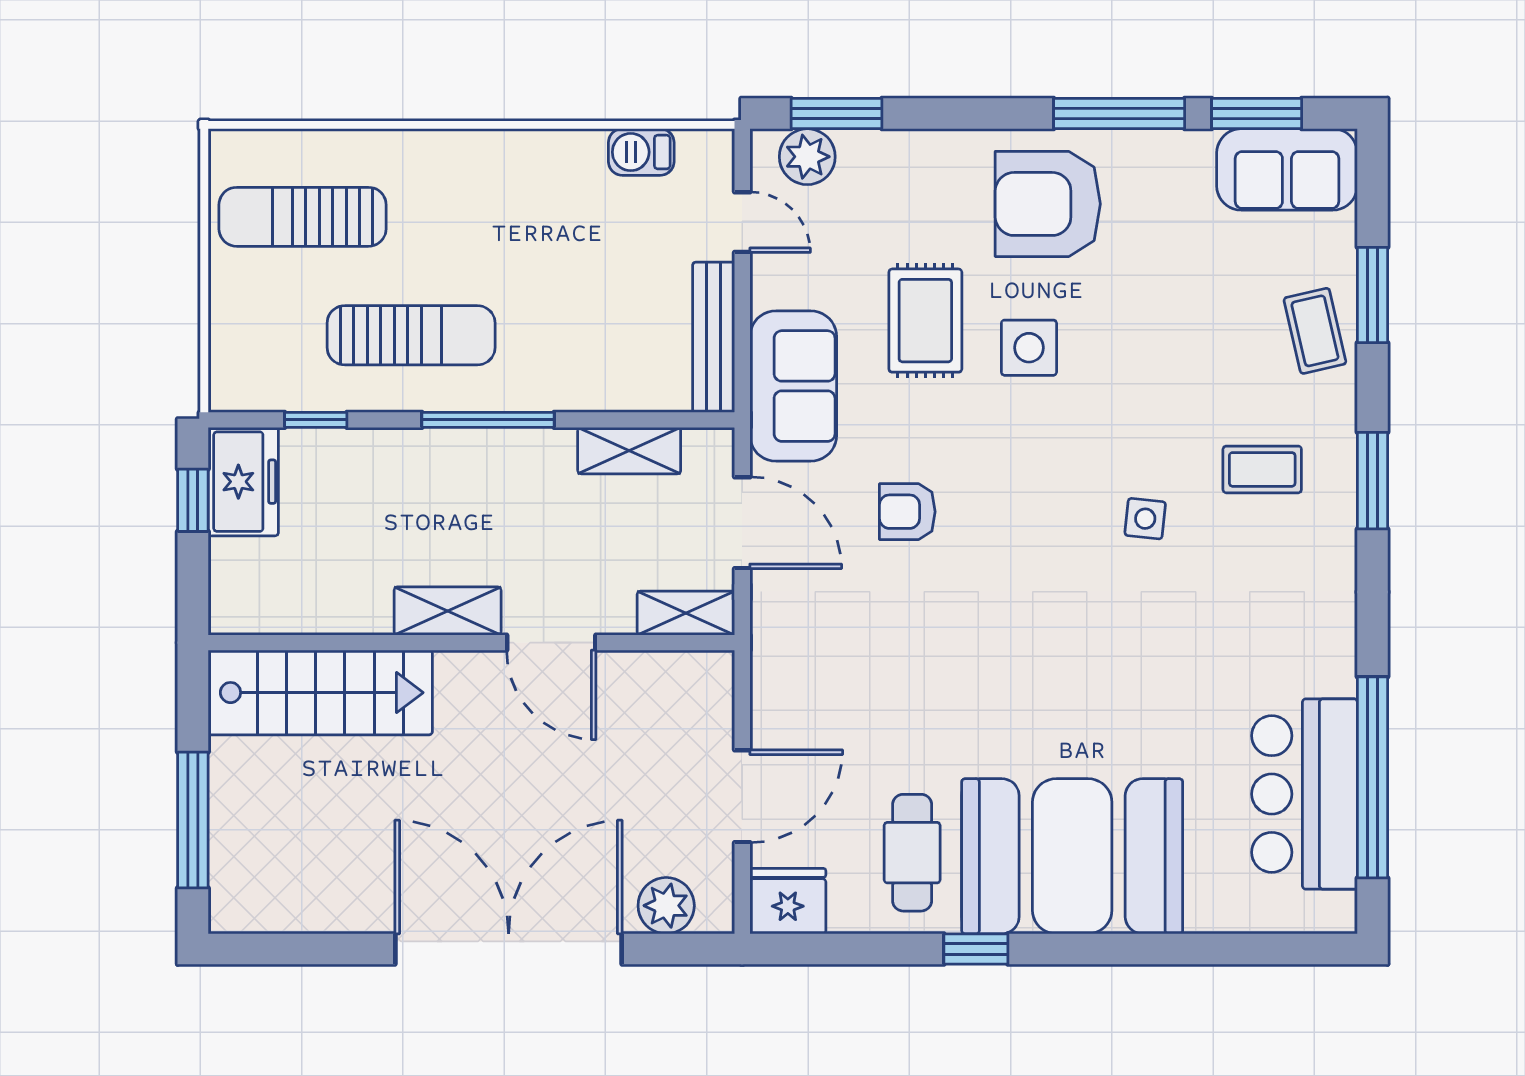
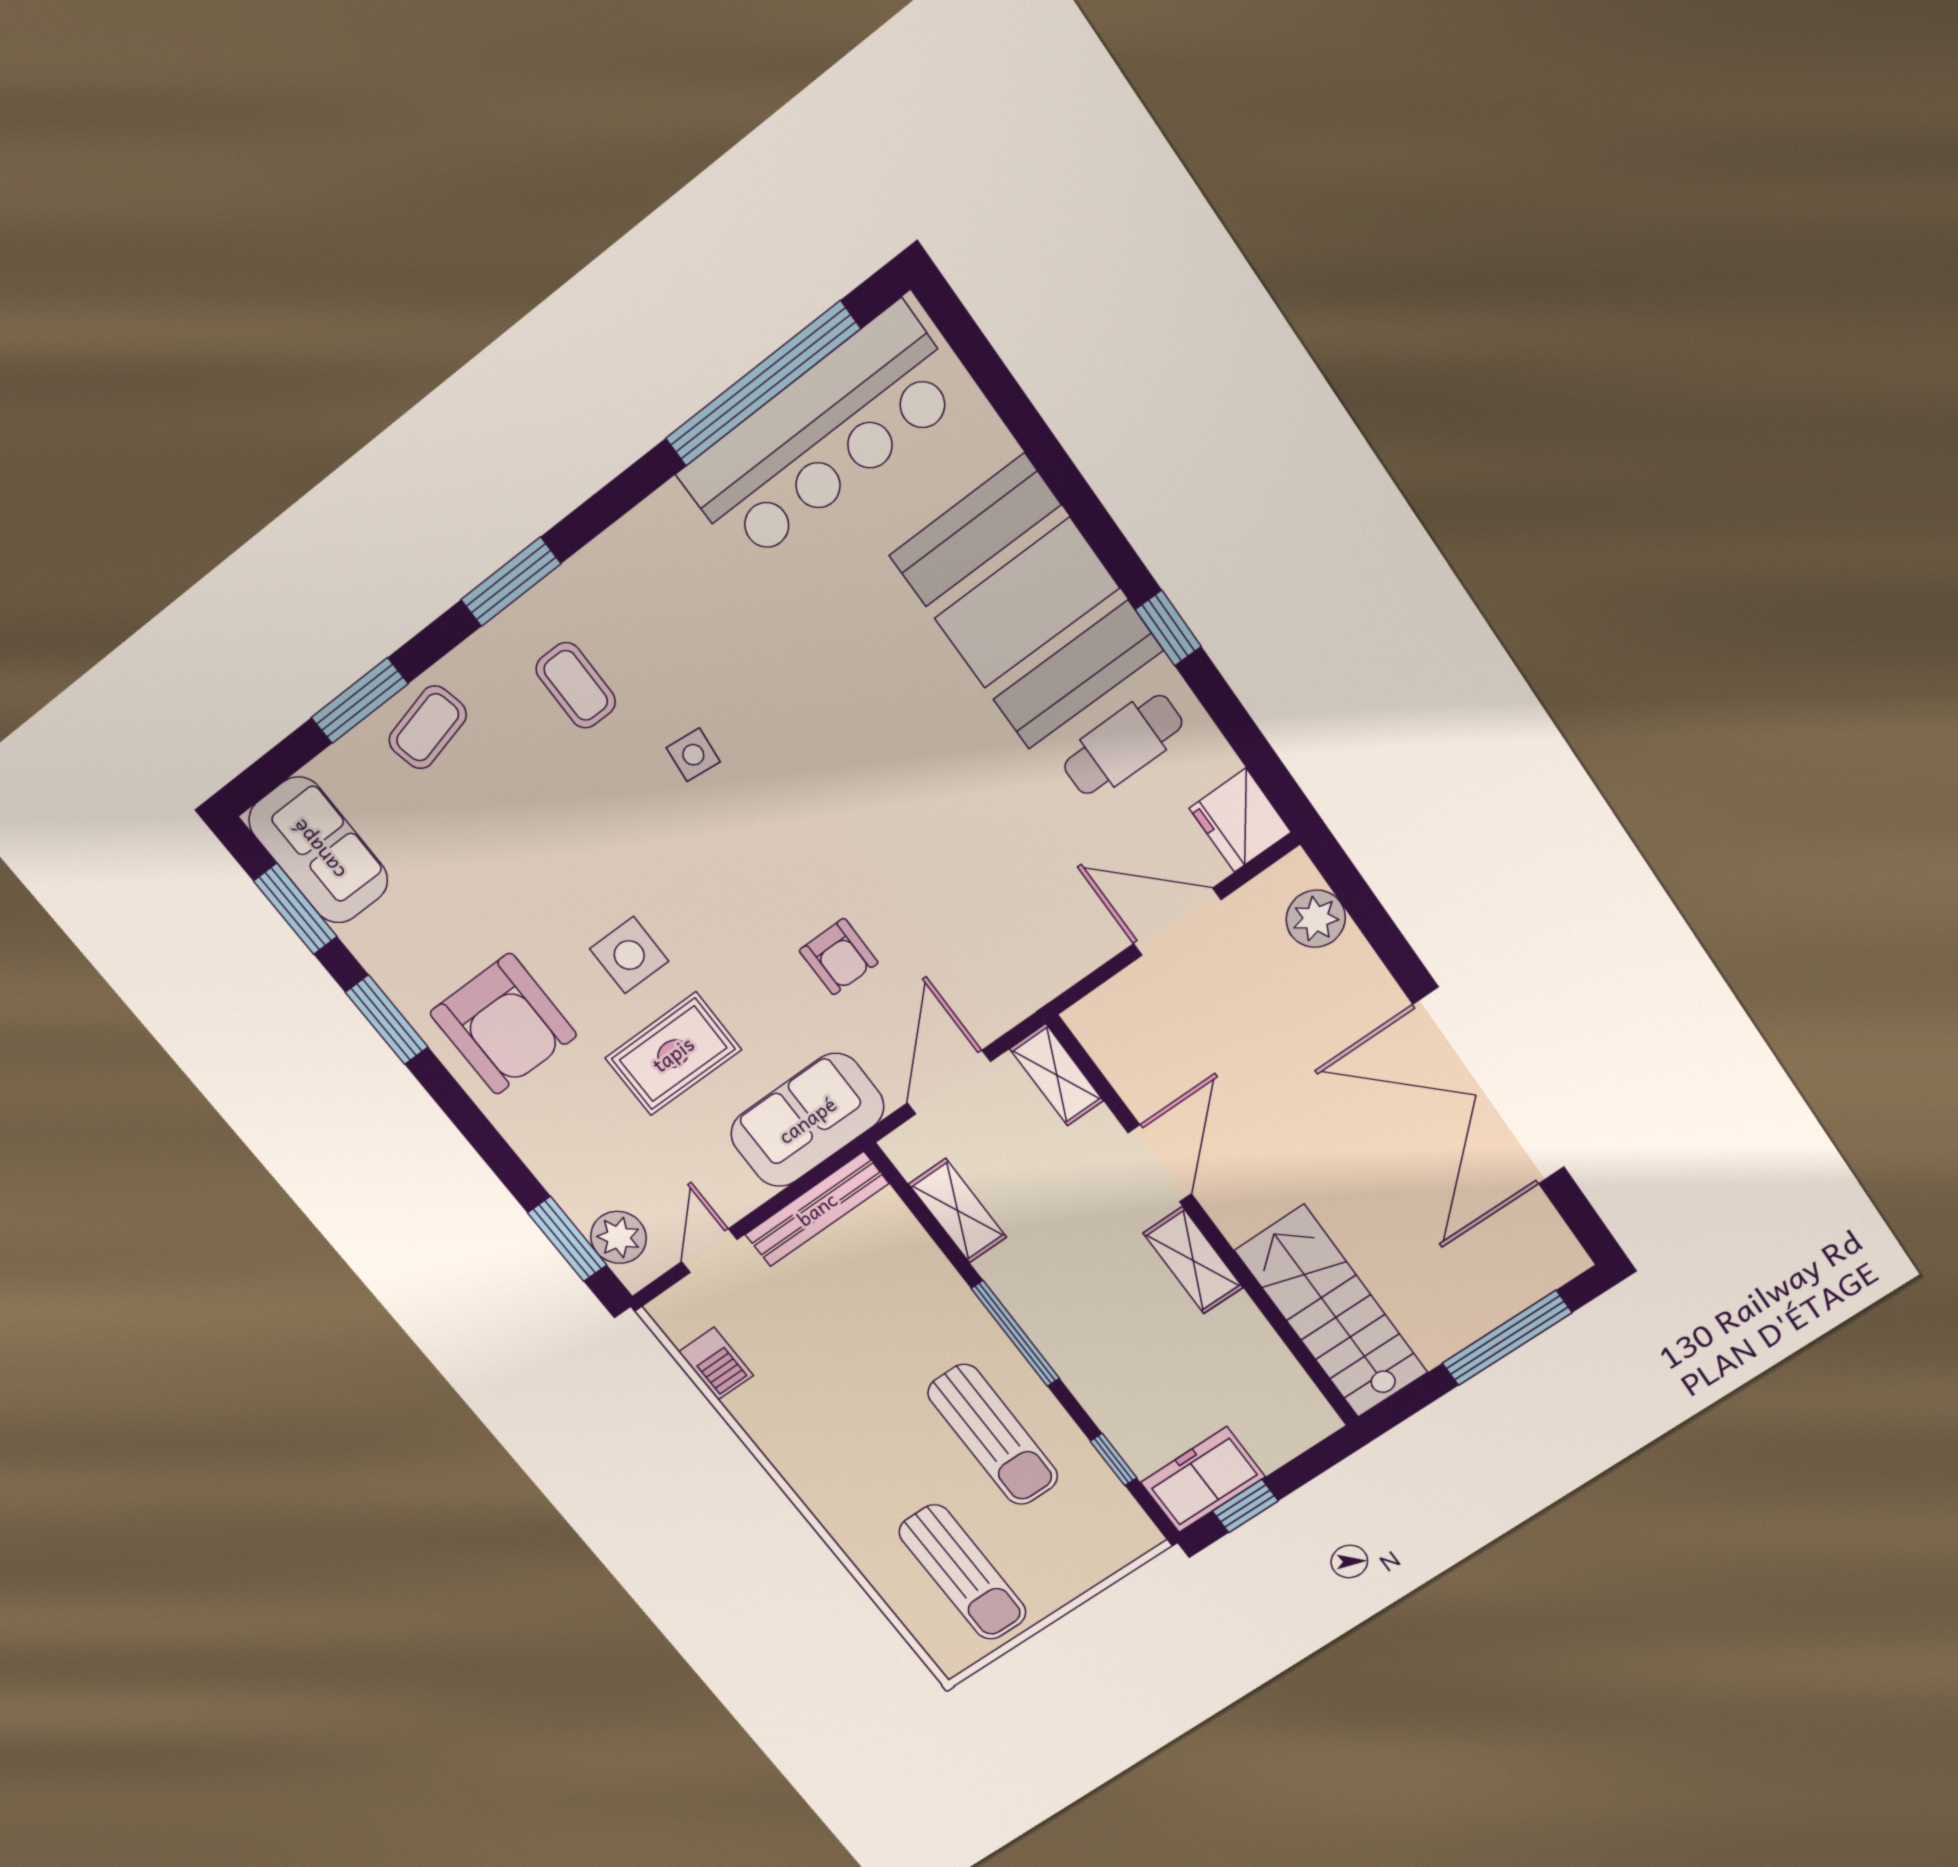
window: (1119, 114) -> (387, 1020), width x0.69
sun lounger: (411, 335) -> (993, 1435), turned 180
bar counter: (1305, 794) -> (822, 435), width x1.36
double door: (509, 949) -> (1489, 1086), moved

